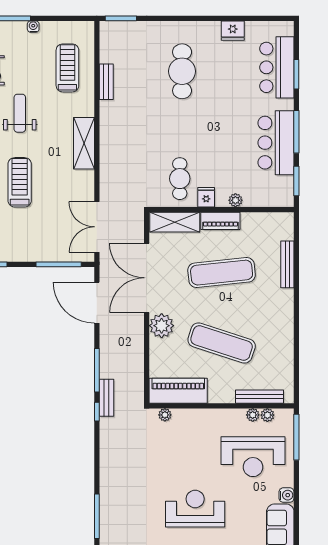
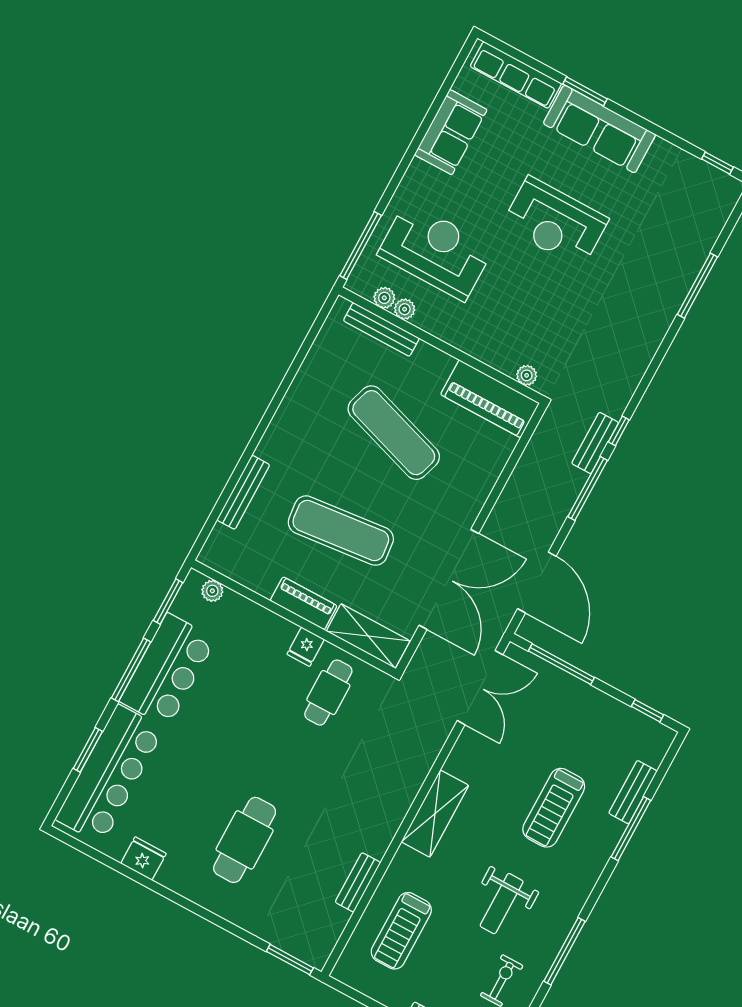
bar counter: (277, 67) -> (110, 774), width x1.36
plant: (235, 200) -> (212, 591), moved
plant: (162, 326) -> (464, 502), removed
water cooler: (287, 495) -> (418, 172), removed

